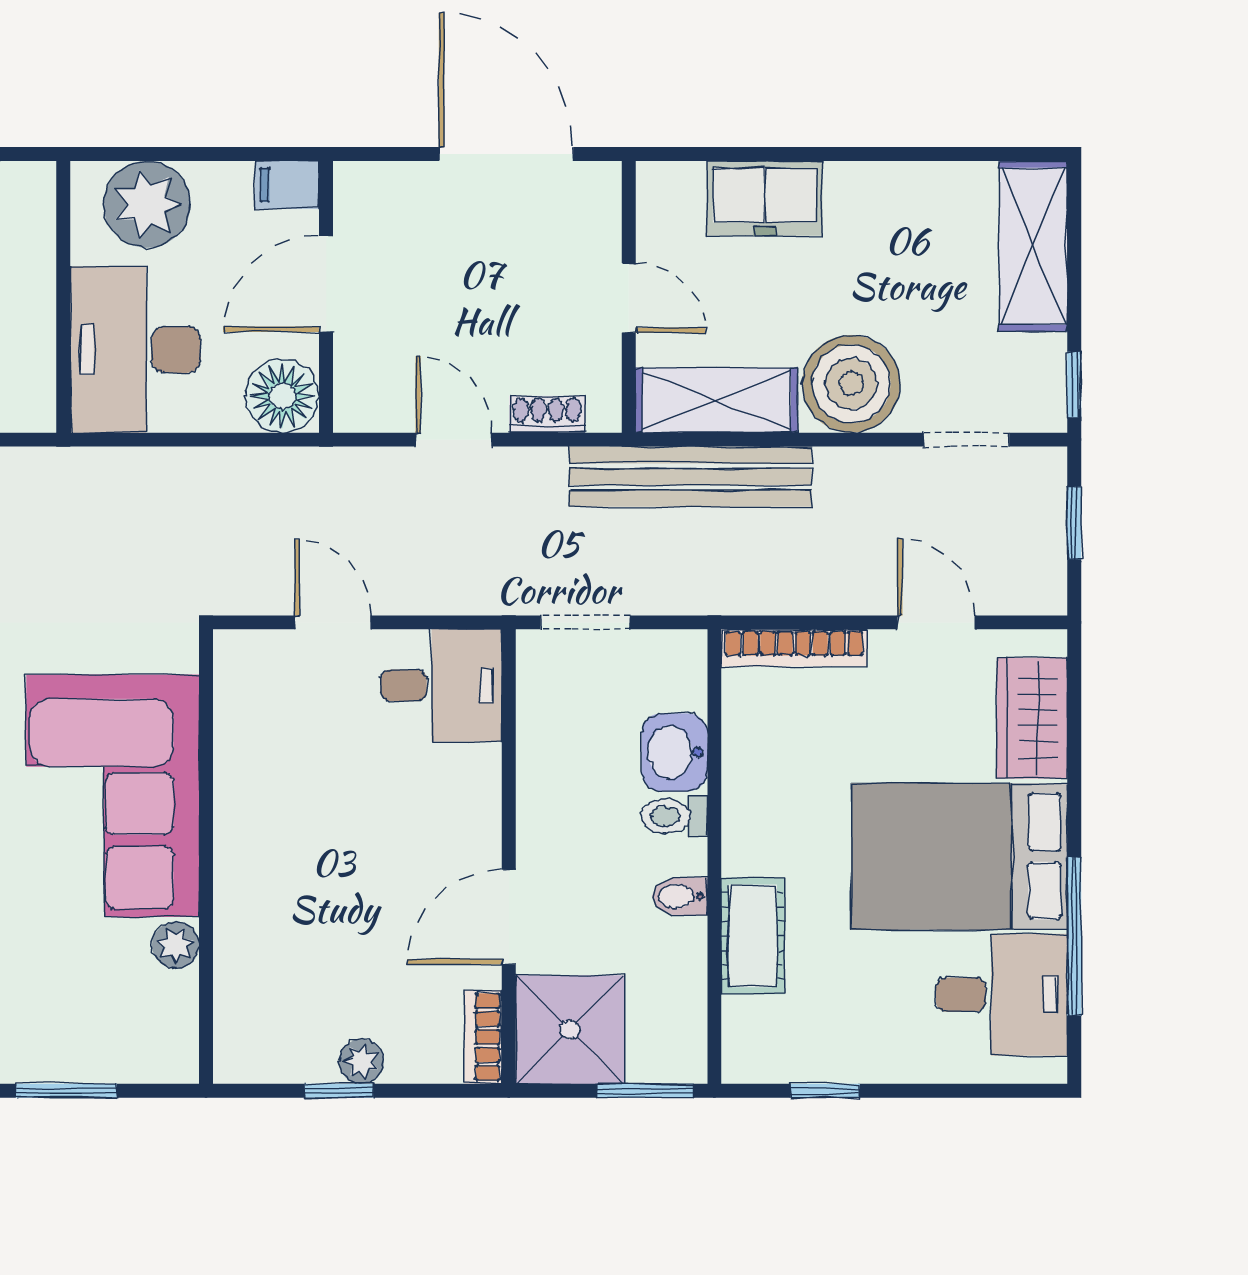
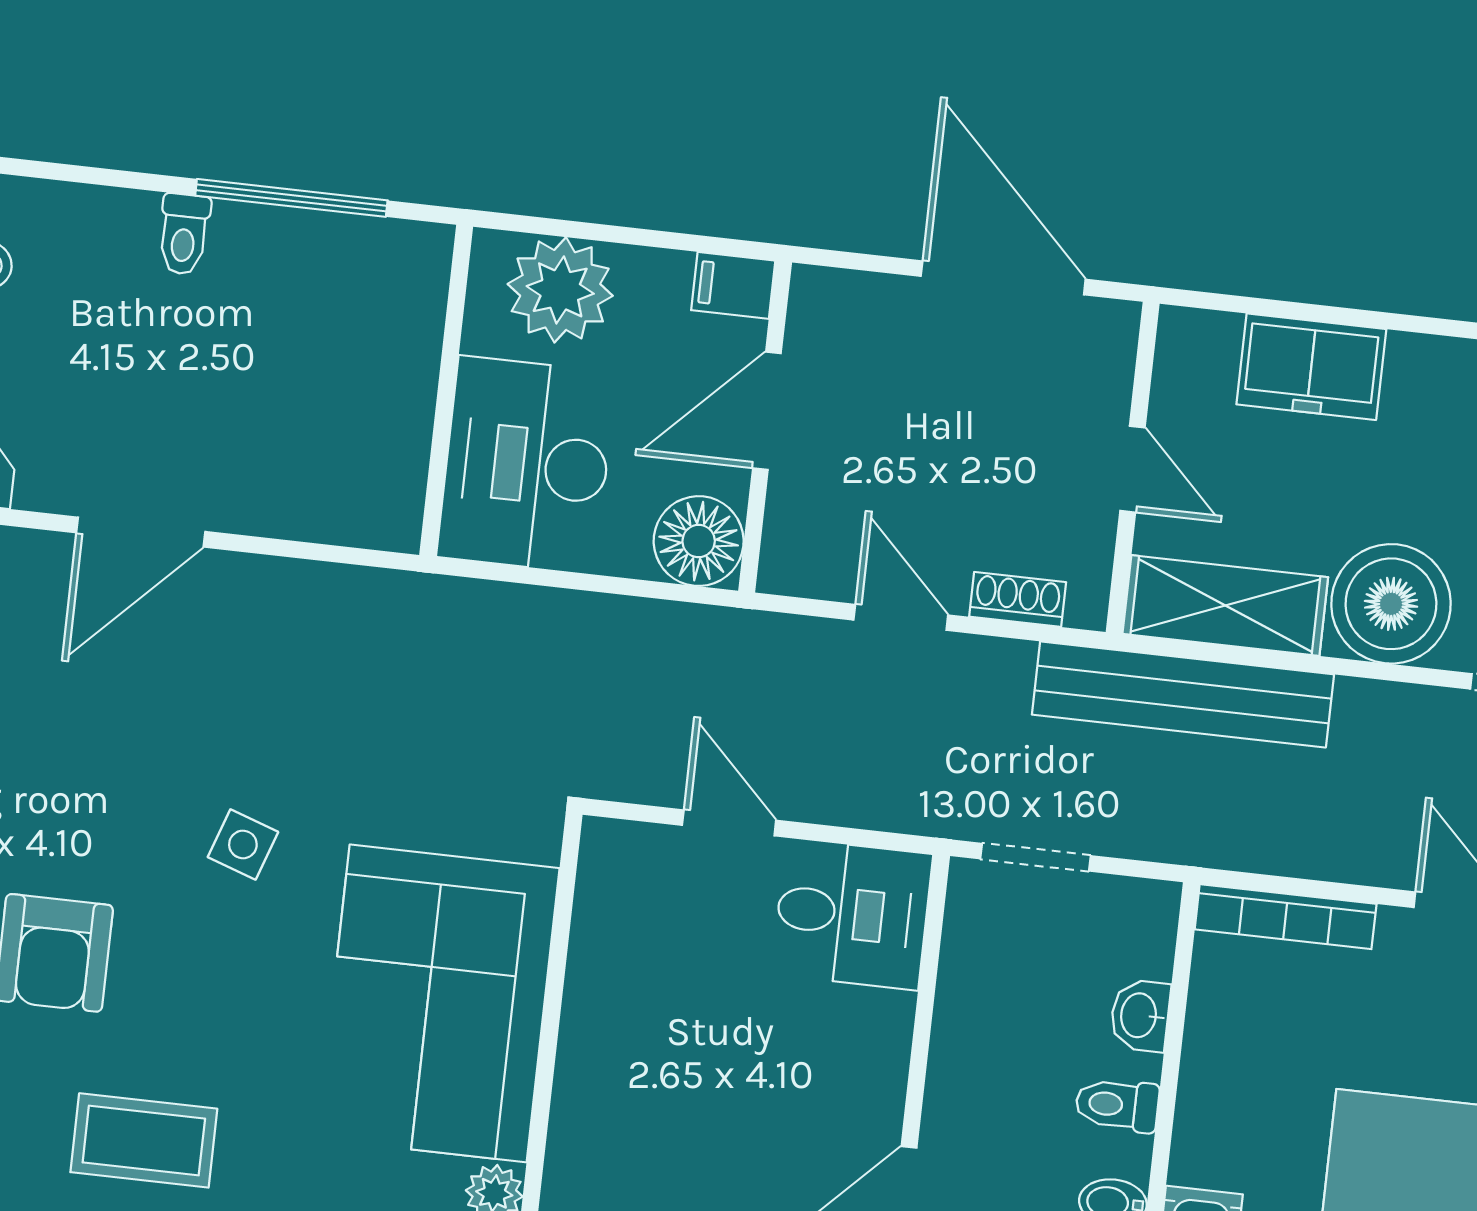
washbasin: (675, 752) -> (1140, 1015), width x0.72, depth x0.69

